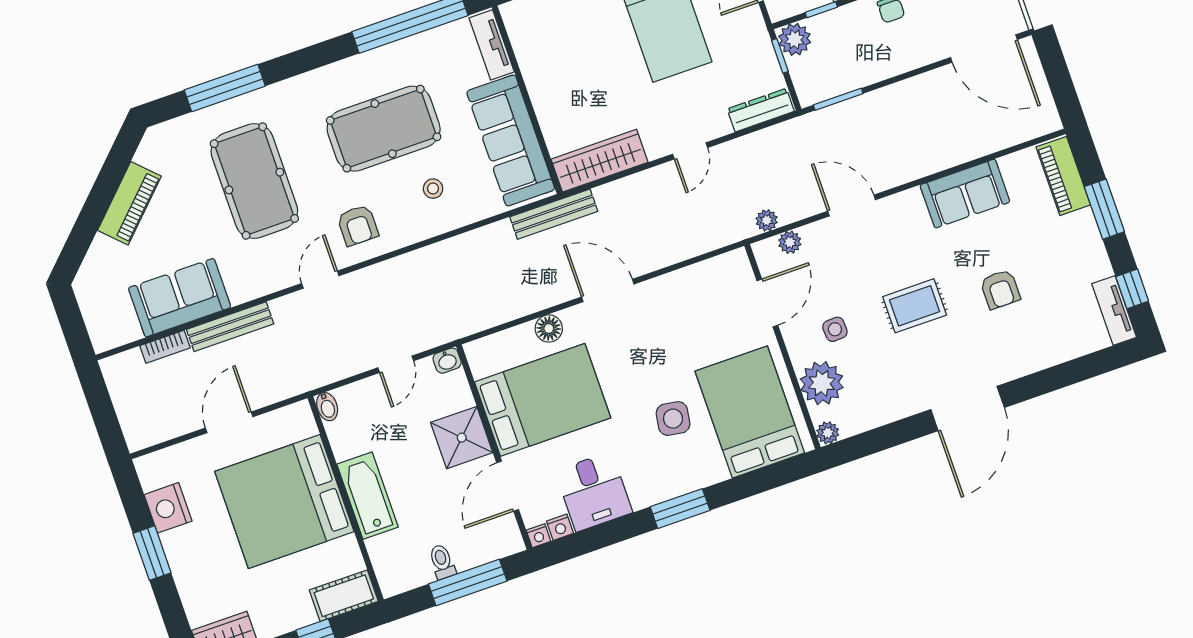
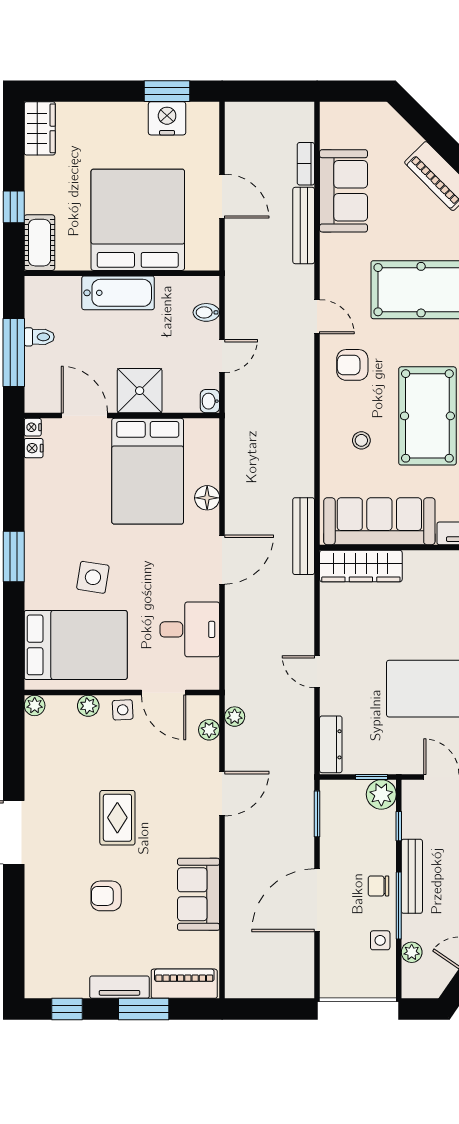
door: (984, 49) -> (317, 900), moved
wardrobe: (600, 161) -> (361, 566), moved, turned 90
tv unit: (1114, 310) -> (119, 987), moved
side table: (835, 329) -> (123, 710), moved
door: (396, 364) -> (222, 356), swing flipped
plant: (822, 383) -> (88, 706), width x0.53, depth x0.53
bidet: (327, 407) -> (206, 312), moved
desk: (594, 492) -> (190, 629), moved, turned 180
window: (152, 553) -> (167, 91), moved

